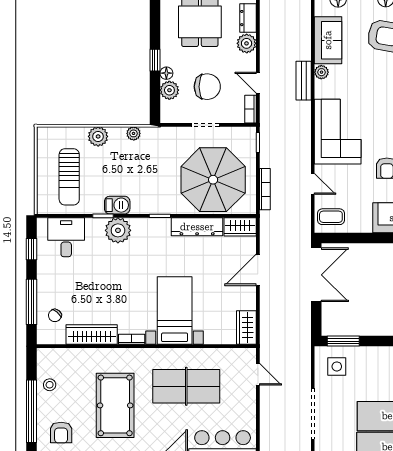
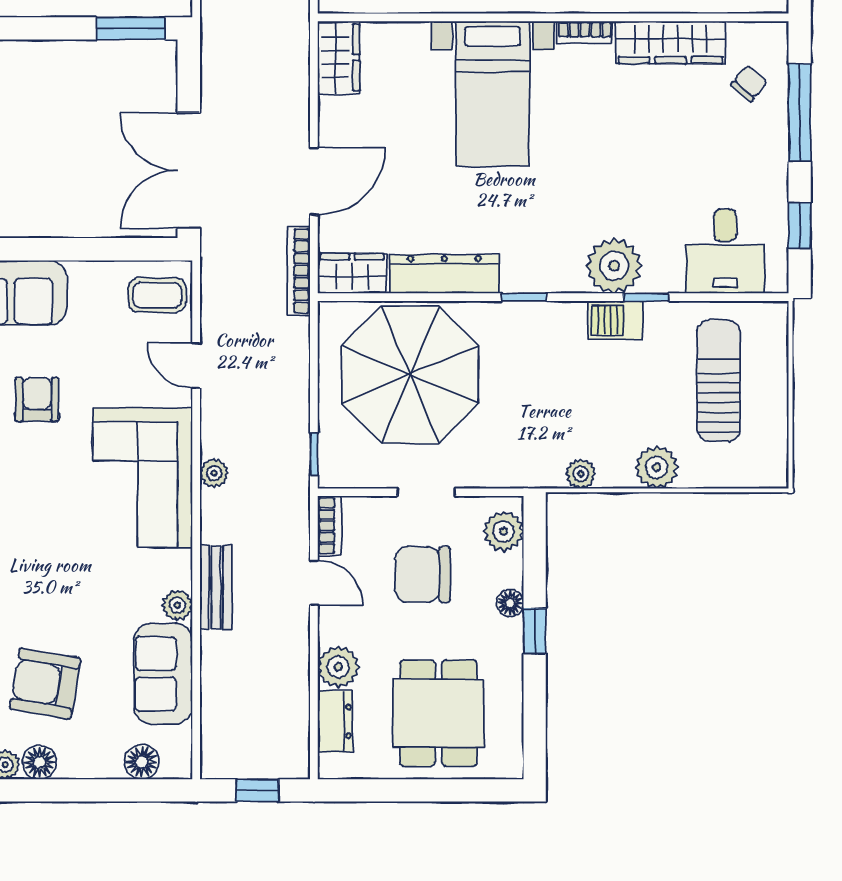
plant: (169, 90) -> (504, 531), moved
plant: (304, 134) -> (214, 473), added
bookcase: (265, 189) -> (299, 271), moved

